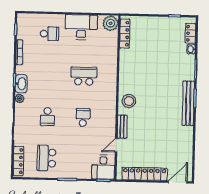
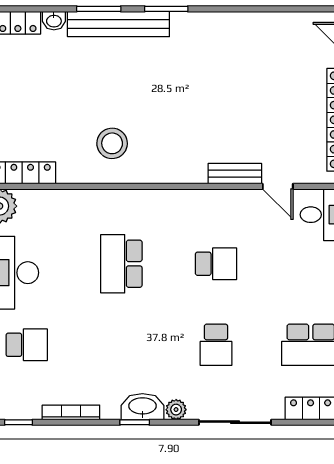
school desk: (49, 34) -> (27, 345), turned 90
stool: (129, 101) -> (112, 143), moved
bench: (188, 103) -> (118, 24), moved
school desk: (47, 117) -> (216, 345), turned 90
school desk: (83, 117) -> (216, 264), turned 180

